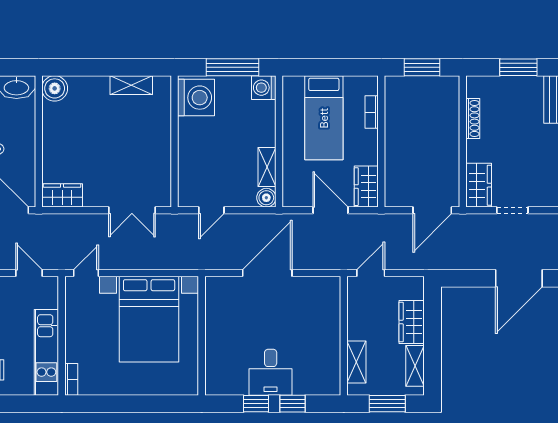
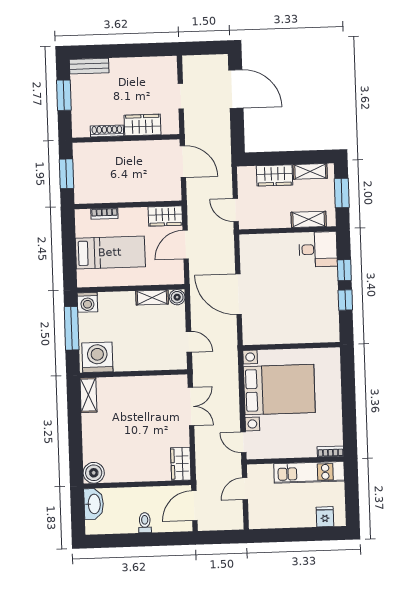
shelving: (131, 85) -> (88, 395), moved
wardrobe: (479, 185) -> (143, 125), moved
desk: (271, 372) -> (318, 249), moved

